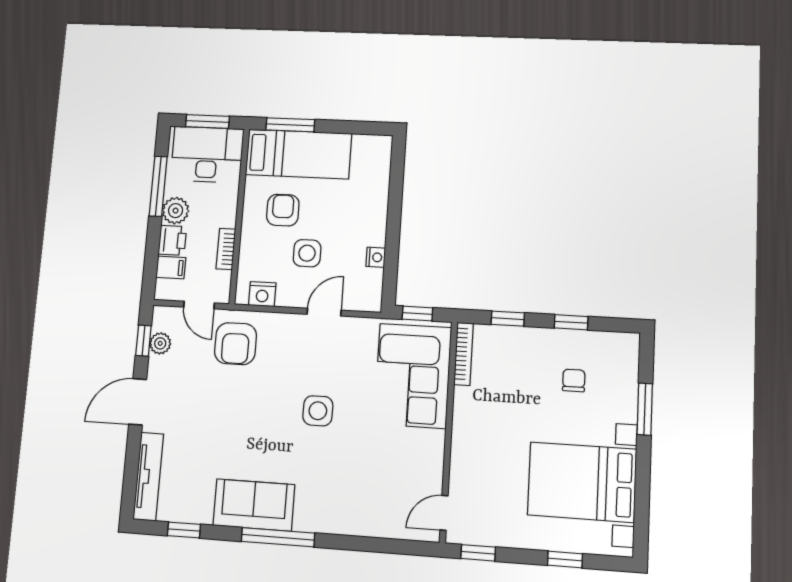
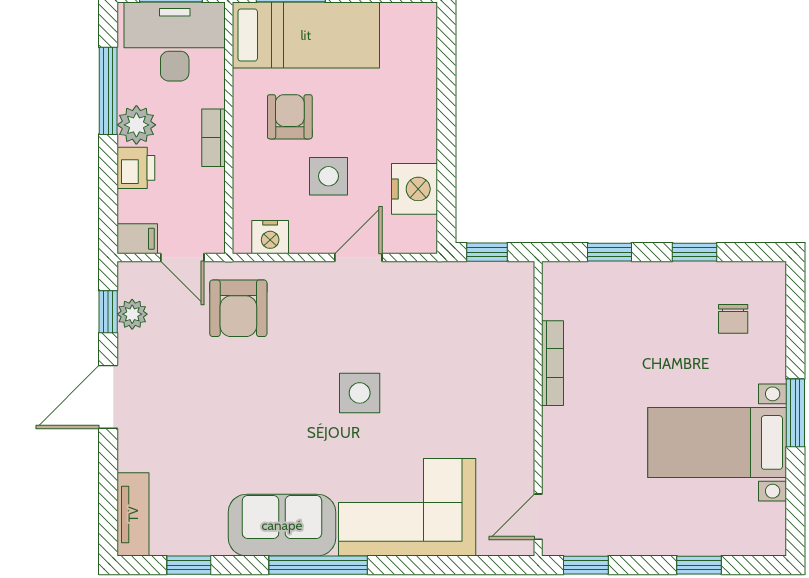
bookcase: (226, 249) -> (213, 138), moved
nightstand: (376, 257) -> (415, 189), width x1.89, depth x1.79
filing cabinet: (171, 267) -> (137, 239), moved
bookcase: (464, 354) -> (553, 363), moved
corner sofa: (413, 376) -> (407, 507), moved, turned 90
chair: (574, 380) -> (733, 319), moved, turned 180
window: (645, 409) -> (795, 413), moved
tv unit: (148, 476) -> (133, 514), width x0.71
bed with nightstands: (582, 482) -> (717, 442), width x0.73

